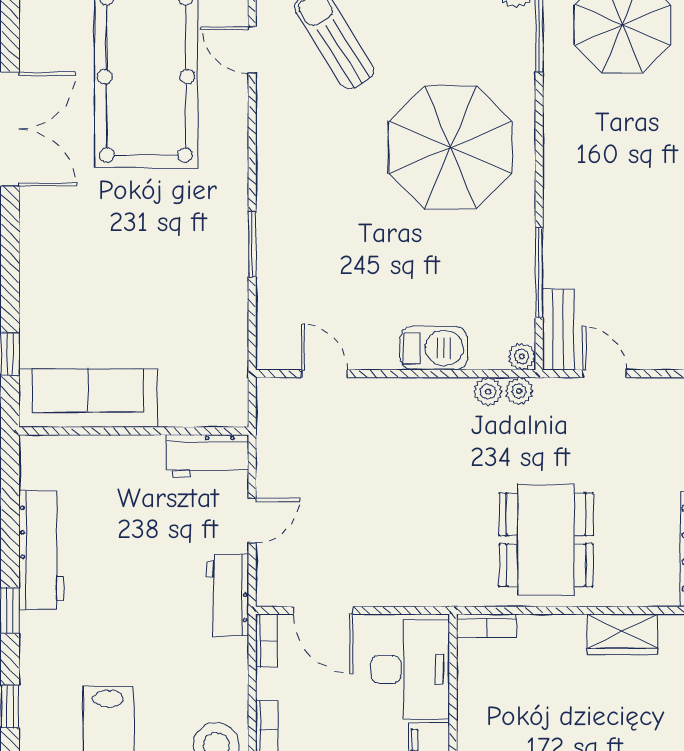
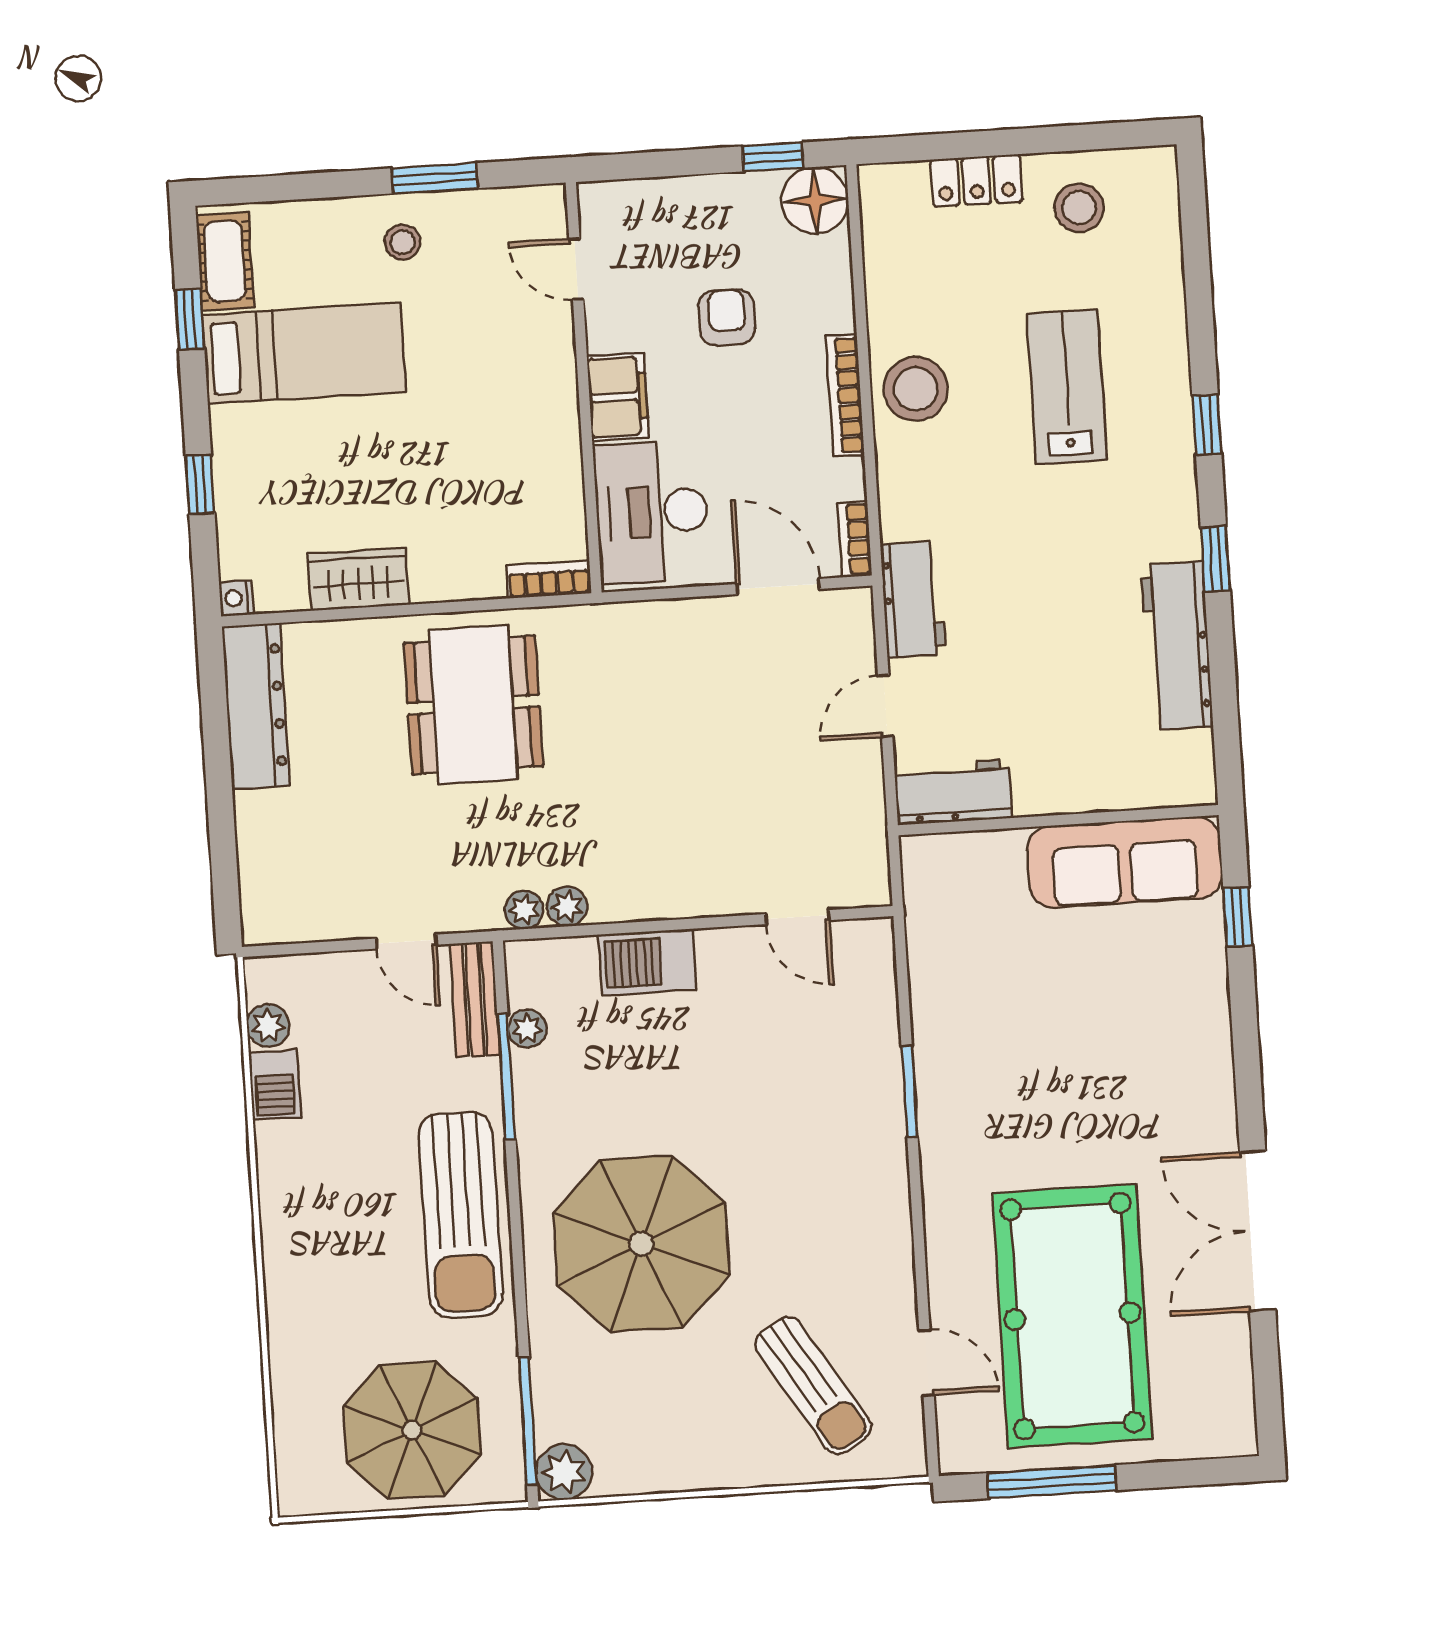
sun lounger: (578, 176) -> (461, 1215), added
plant: (522, 356) -> (527, 1029), moved

